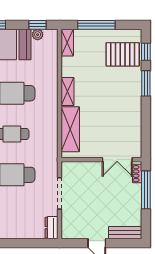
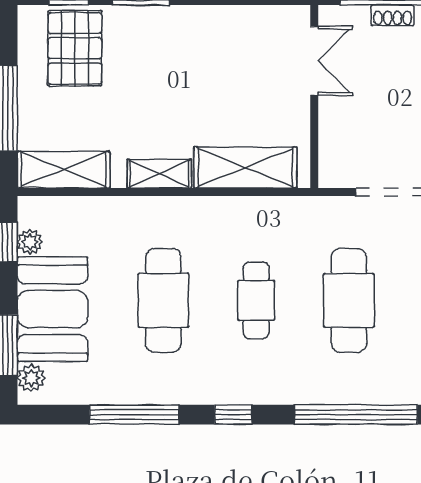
shelving: (67, 43) -> (64, 170), width x1.50, depth x1.33
shoe rack: (137, 174) -> (392, 15), moved

